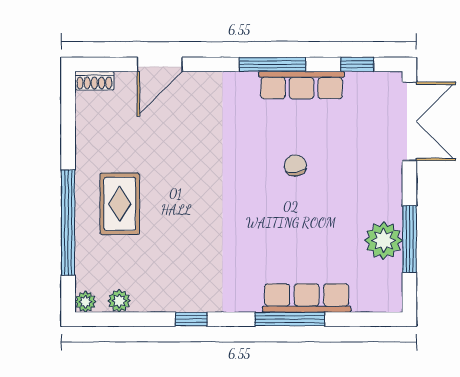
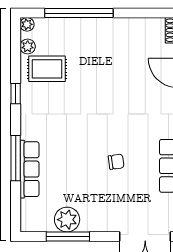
rug: (120, 204) -> (47, 69), moved

